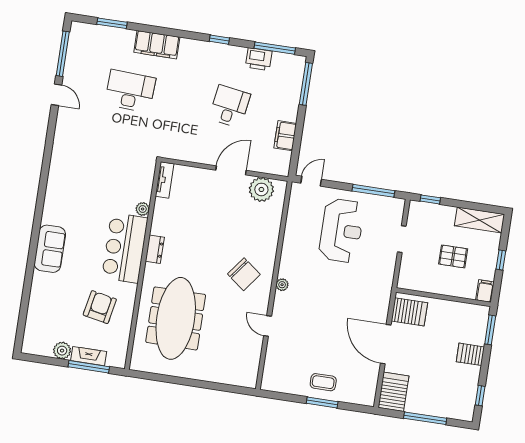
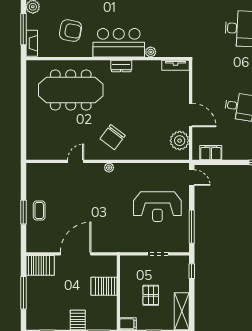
filing cabinet: (285, 136) -> (211, 153), moved
server rack: (409, 312) -> (104, 286), moved, turned 90
fireplace: (89, 356) -> (32, 43), moved

